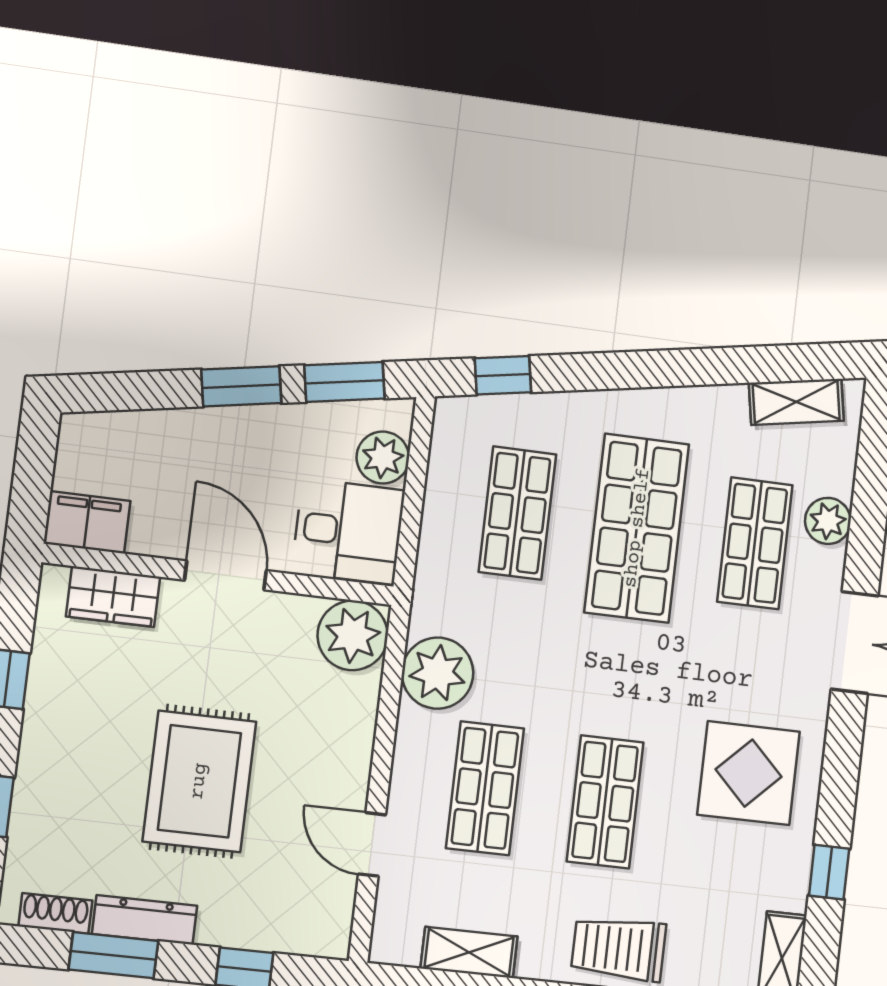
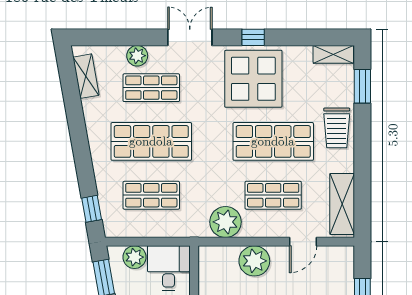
plant: (353, 635) -> (254, 261), moved
display table: (749, 773) -> (253, 79), width x1.36, depth x1.36
shop shelf: (605, 802) -> (273, 141), width x1.43, depth x1.36
window: (829, 872) -> (253, 37), moved
shelving: (469, 952) -> (342, 204), width x1.50, depth x1.33

